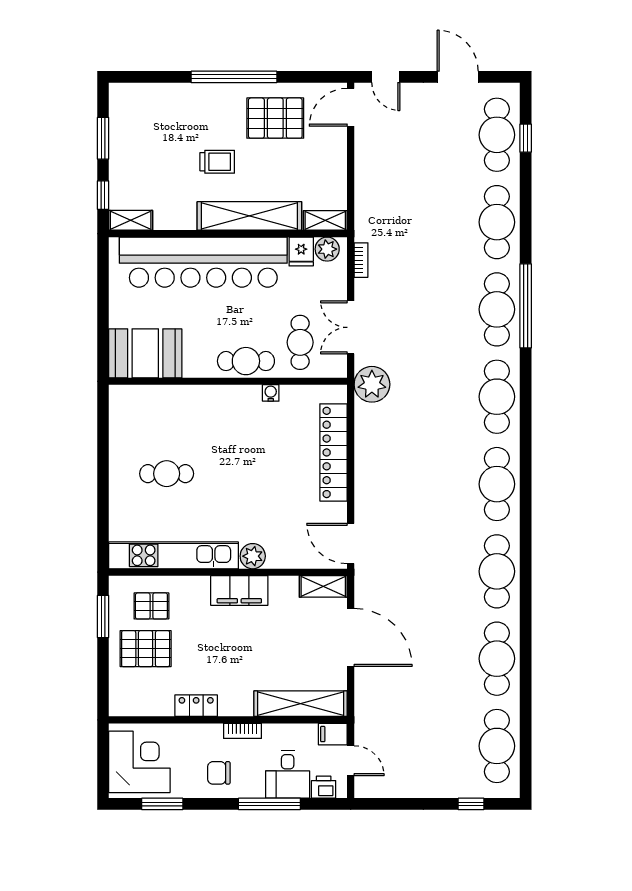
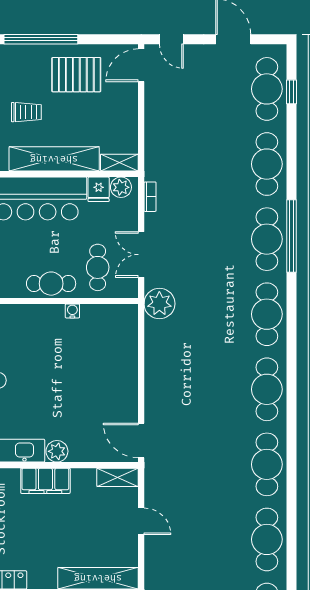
locker: (334, 452) -> (126, 362), removed
door: (351, 637) -> (141, 521), width x0.53

